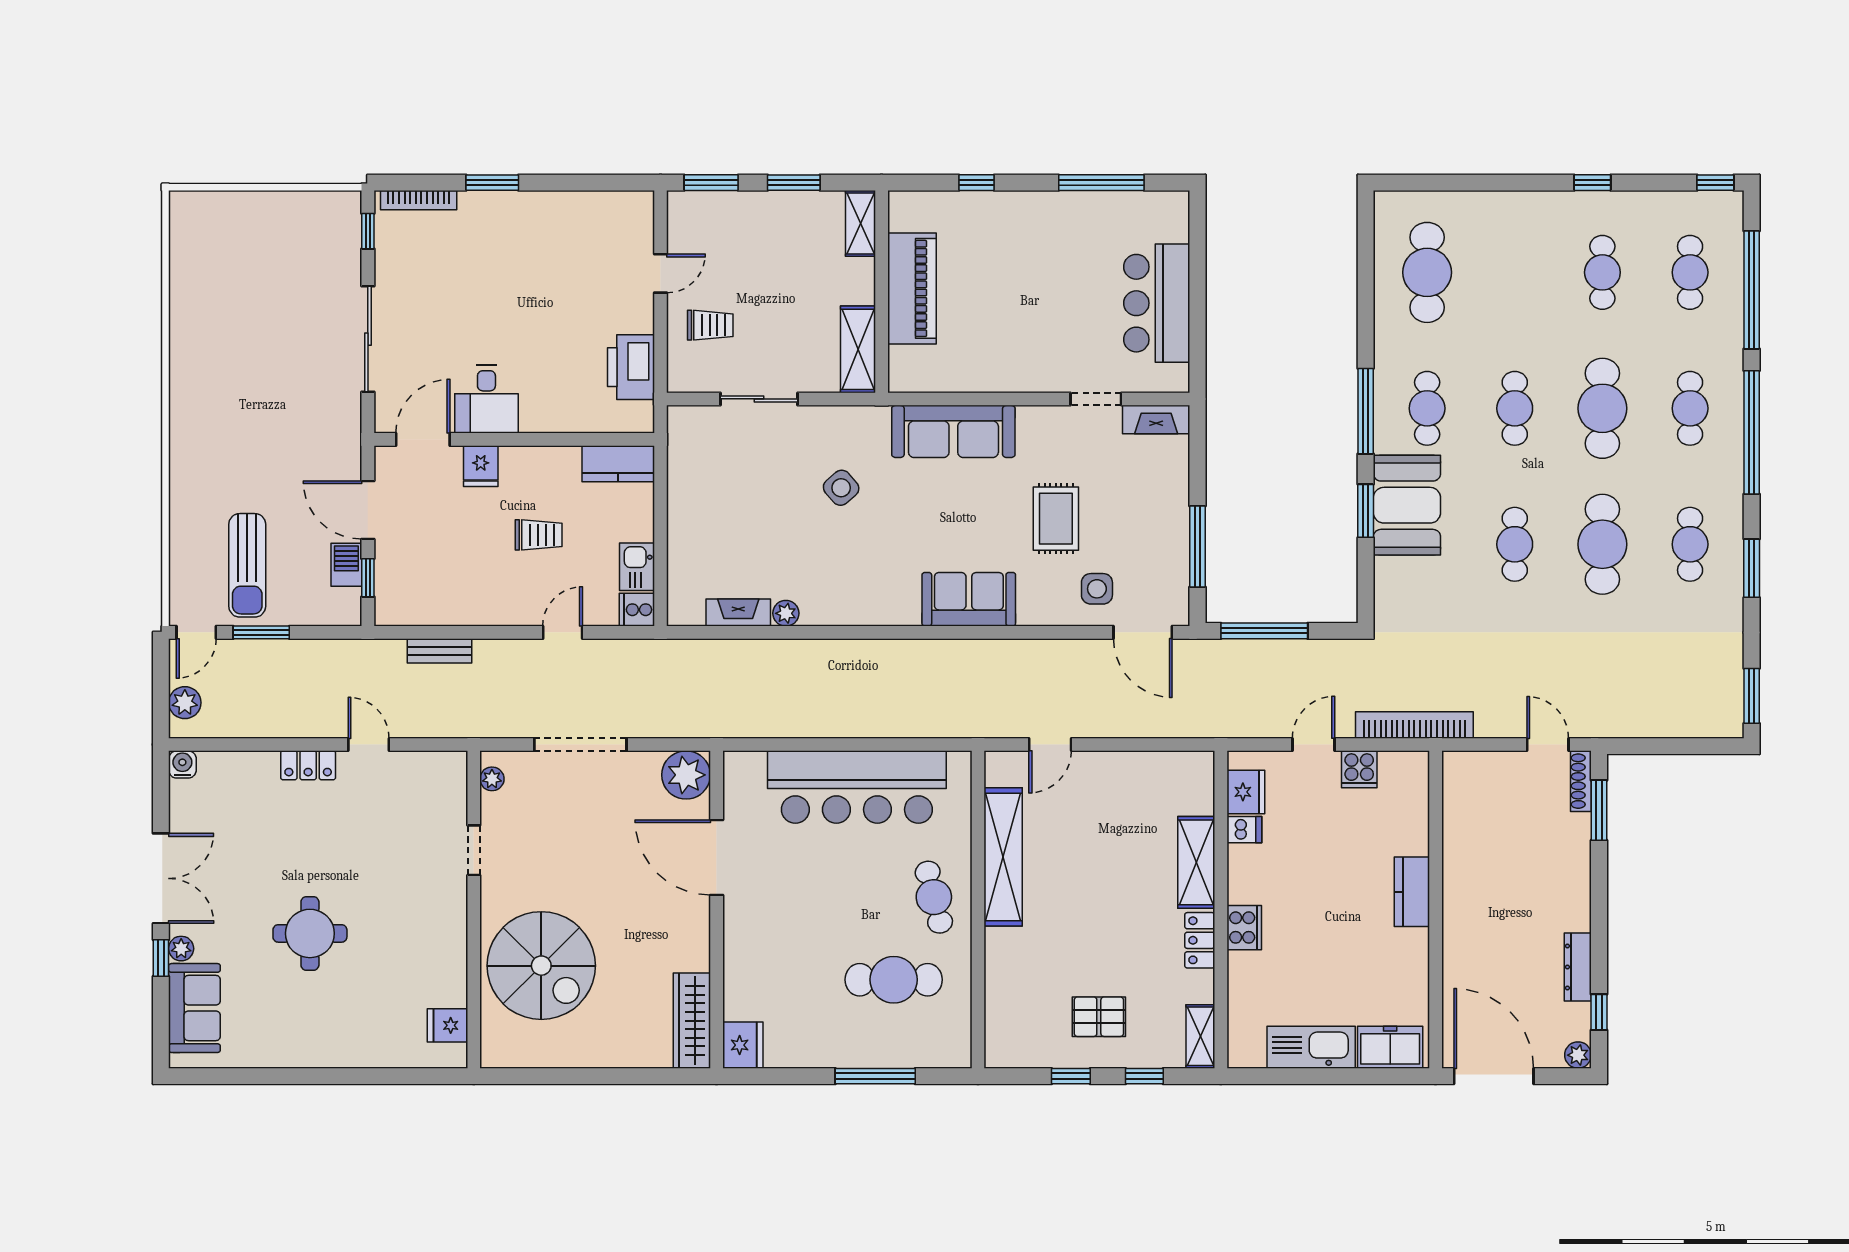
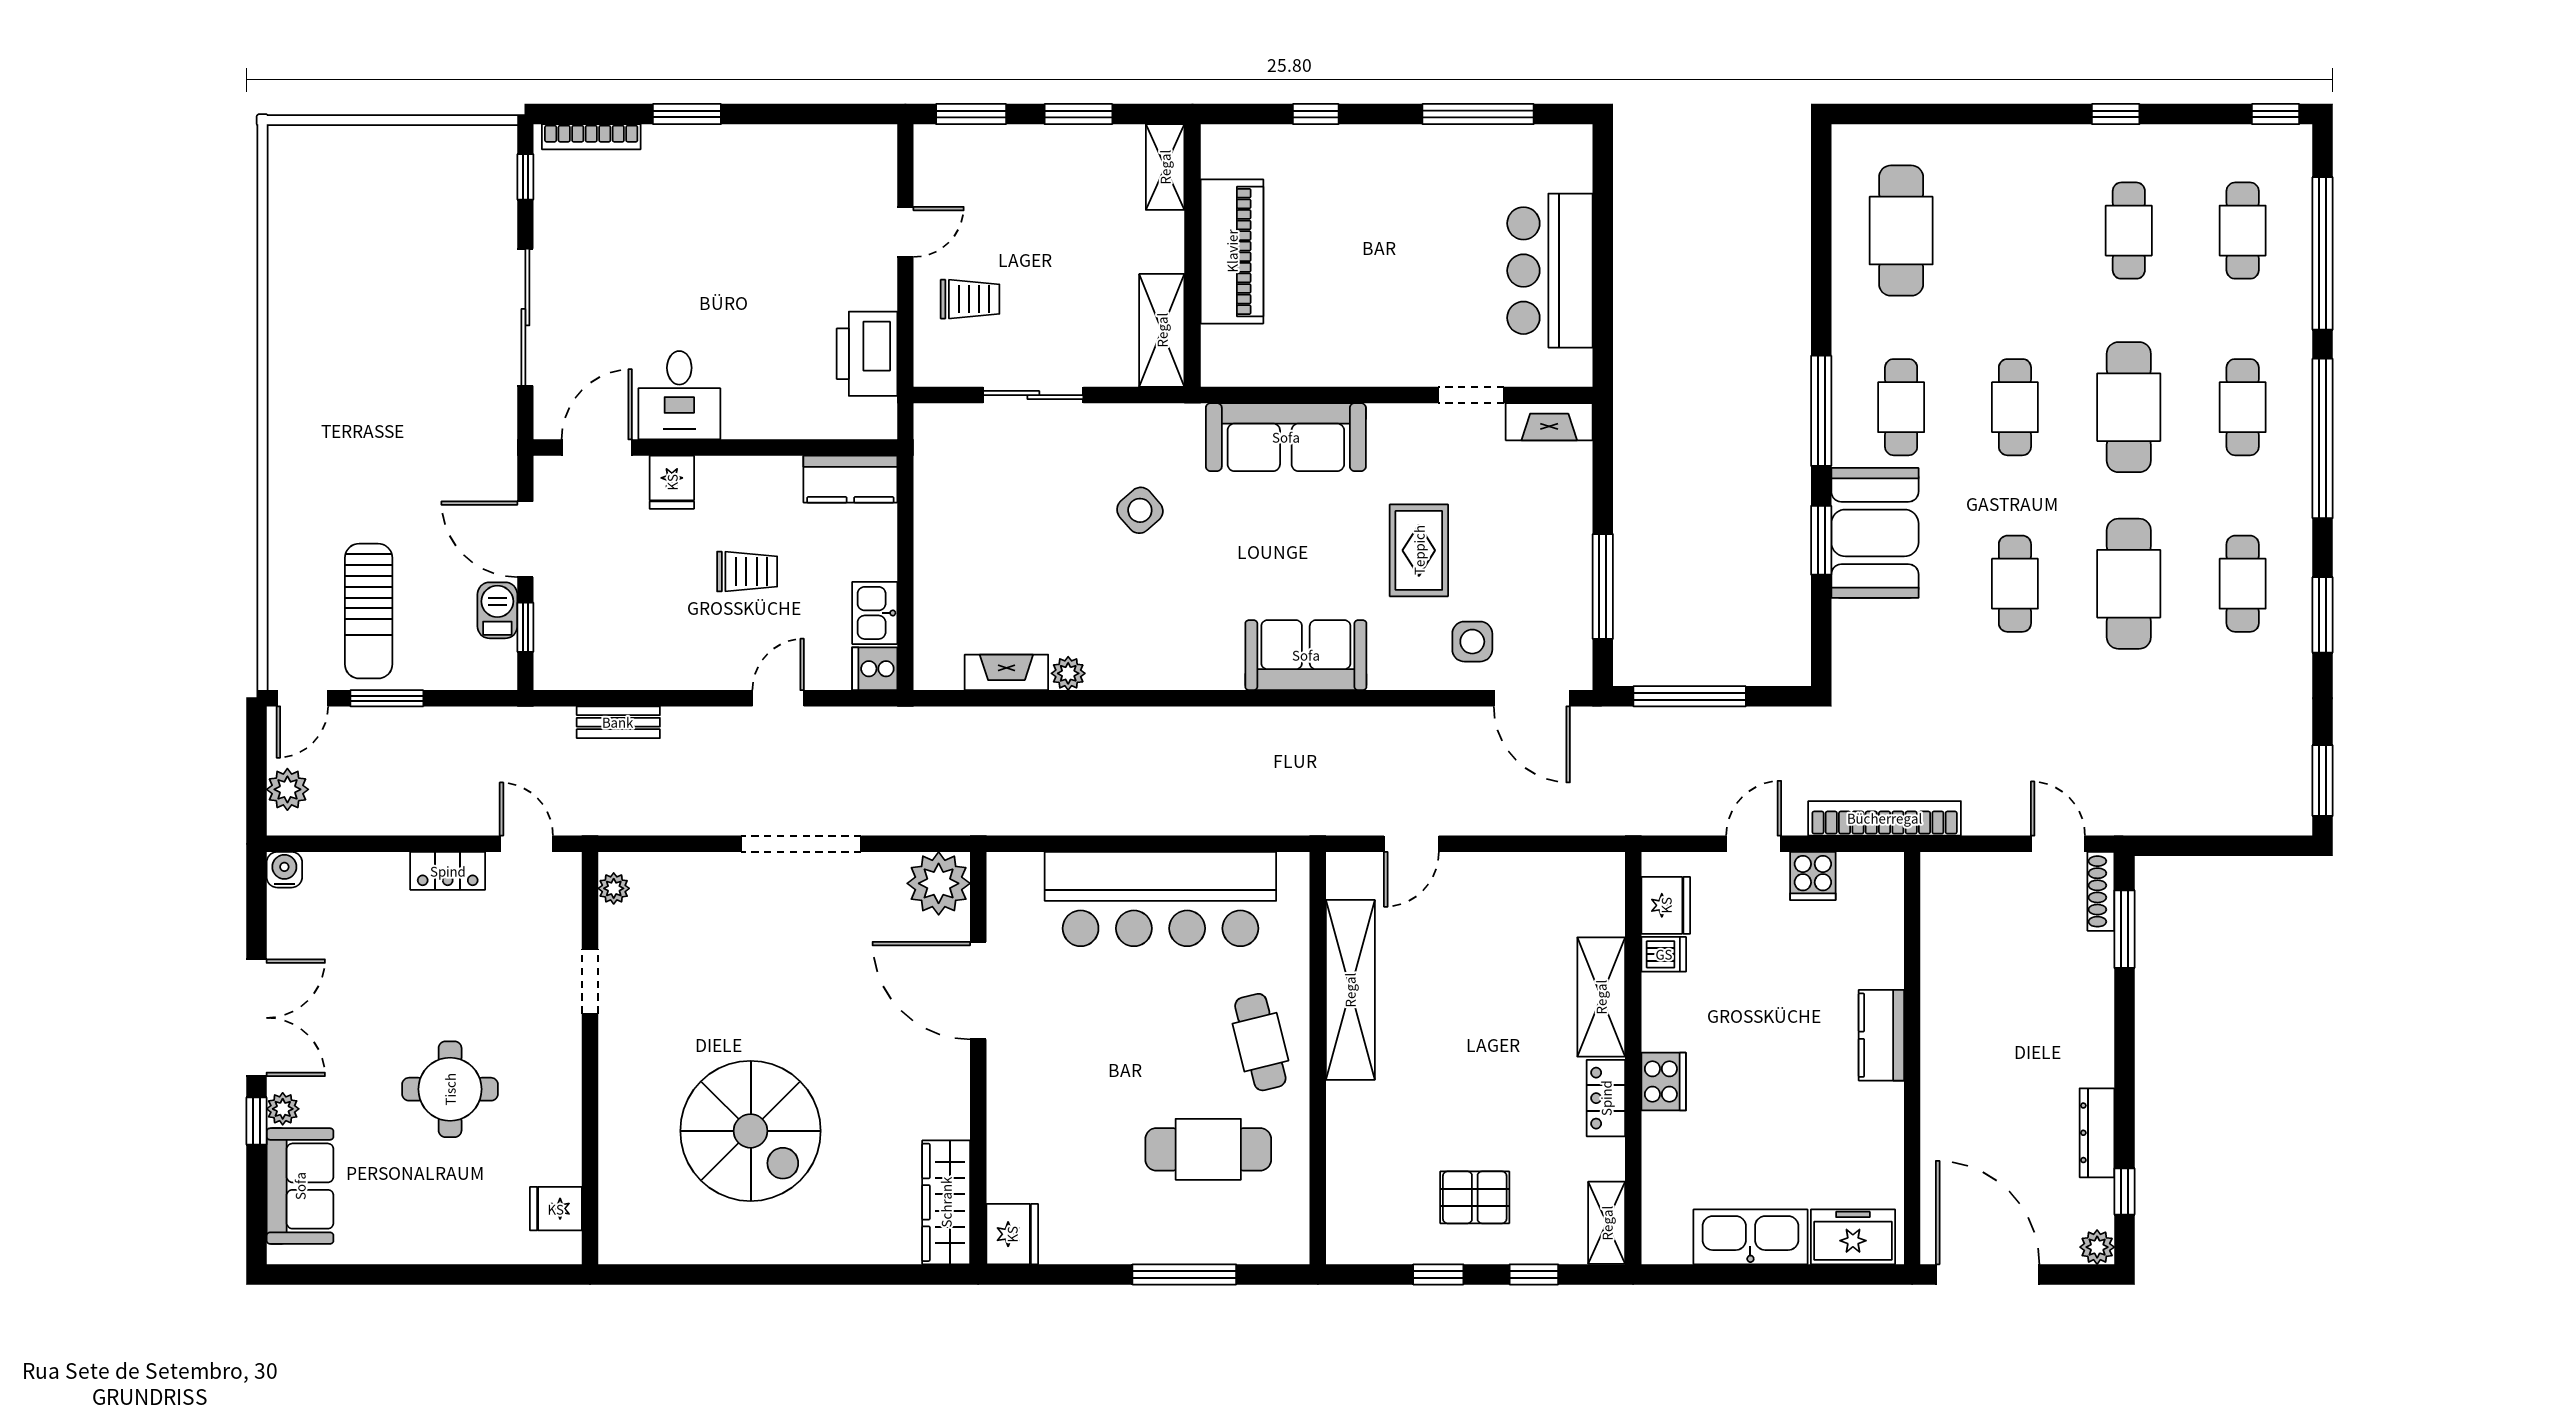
plant: (492, 779) -> (614, 888), moved
doorway: (474, 850) -> (590, 981), moved
wall: (474, 909) -> (590, 1058), moved
fridge: (447, 1025) -> (556, 1209), moved

